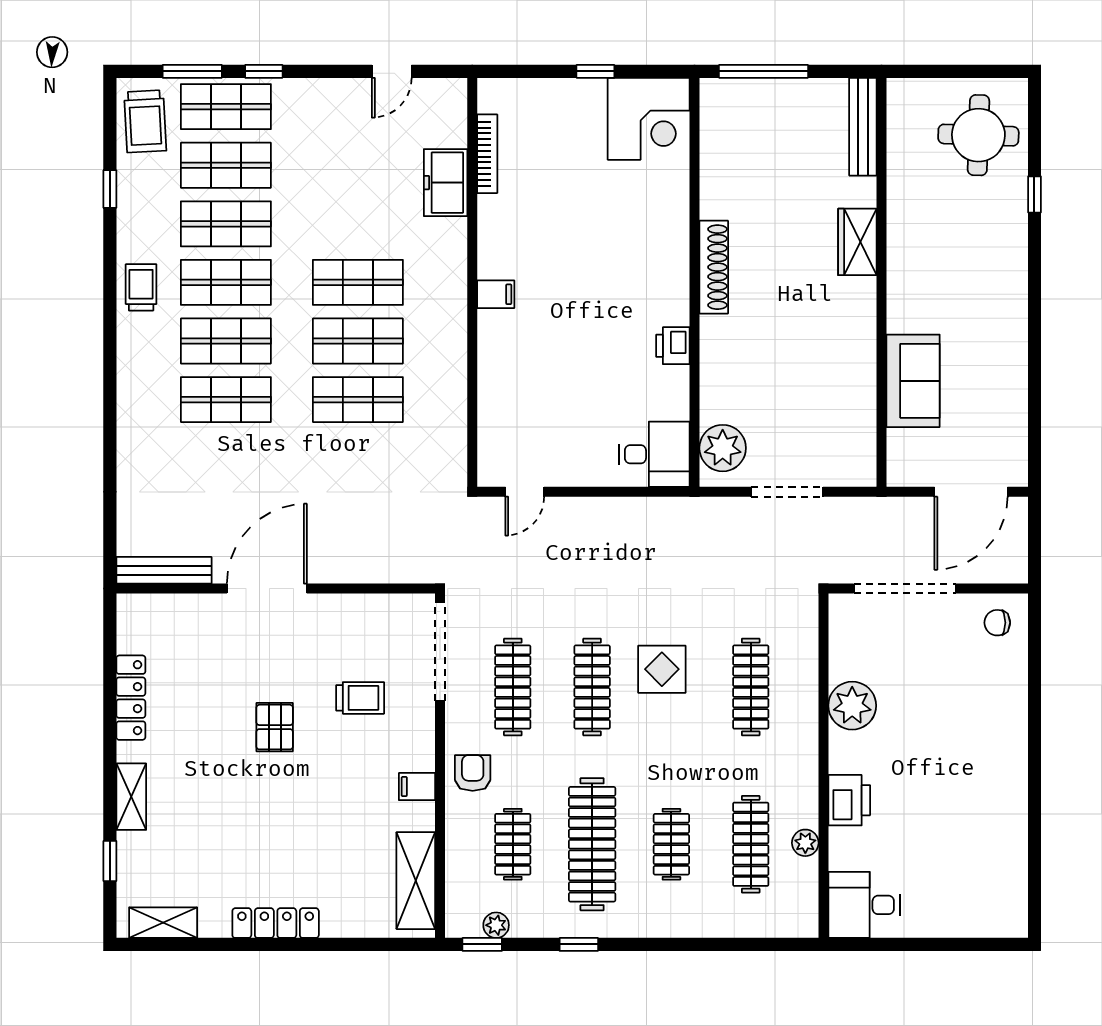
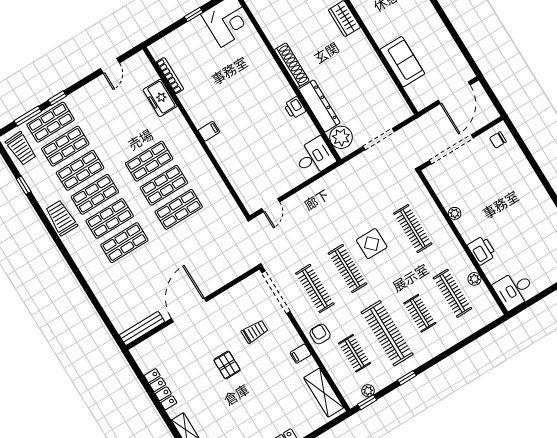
trolley: (141, 287) -> (61, 218), width x1.36, depth x1.39
dresser: (718, 369) -> (319, 106), added
plant: (852, 706) -> (455, 213), width x0.53, depth x0.53

